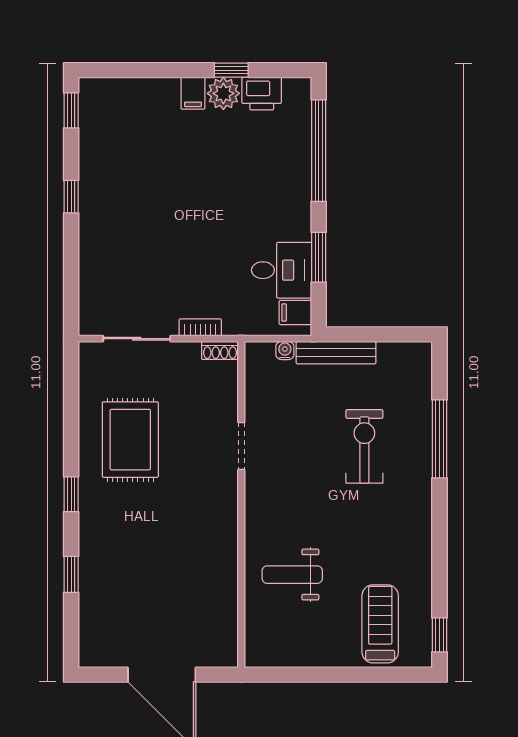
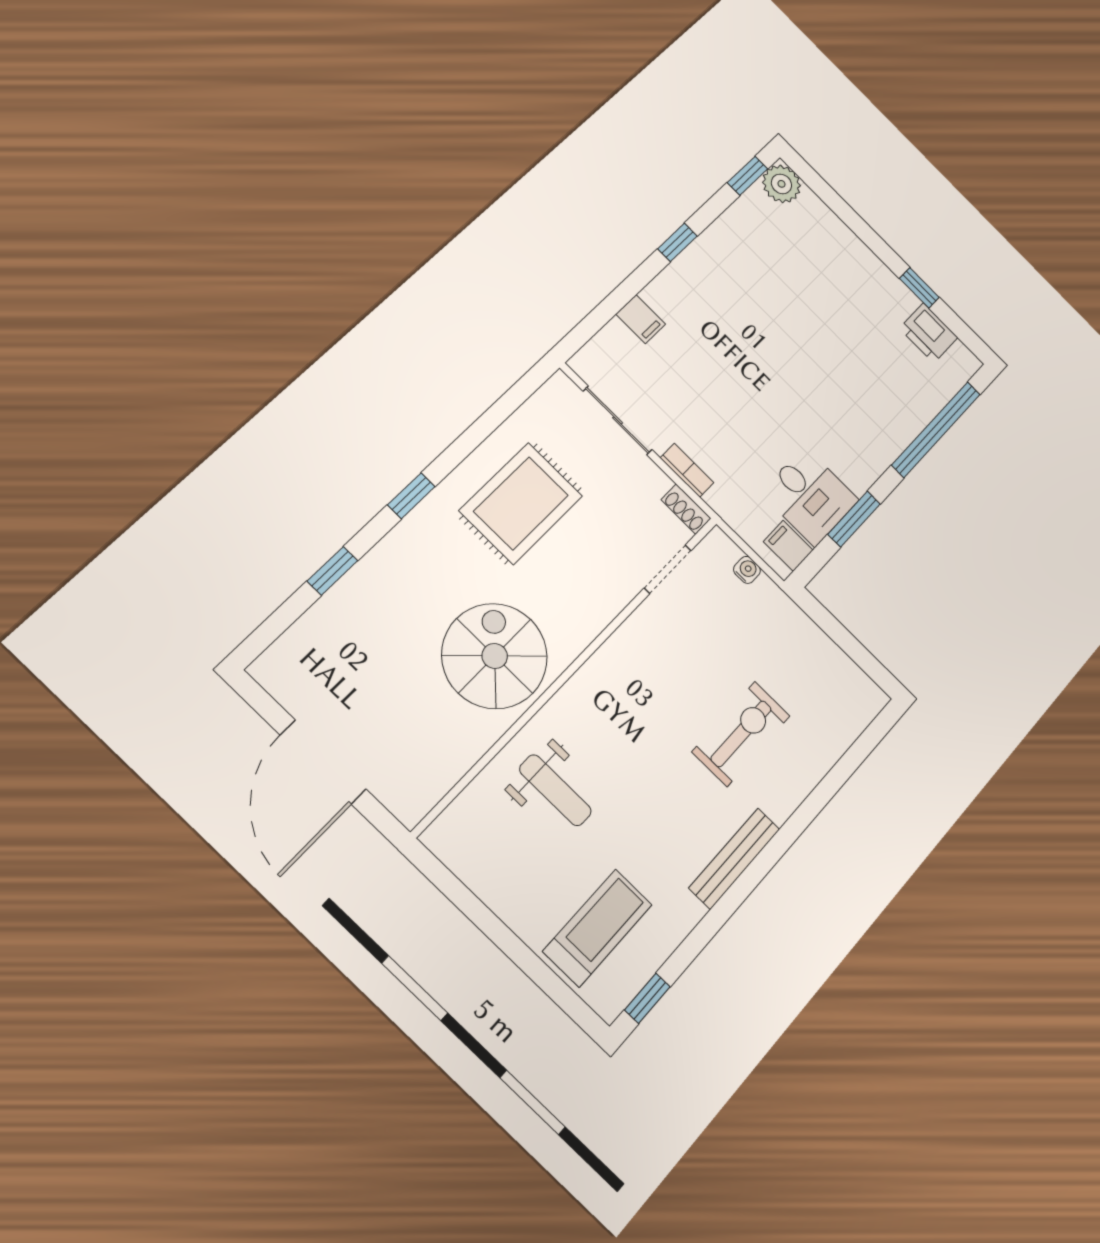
filing cabinet: (193, 93) -> (641, 319), moved, turned -90
plant: (223, 93) -> (781, 184), moved
bench: (336, 353) -> (734, 858), moved, turned 90
window: (440, 439) -> (819, 798), removed
doorway: (241, 446) -> (668, 569), moved
spiral stairs: (195, 536) -> (495, 656), added
weight bench: (292, 575) -> (555, 790), turned 180

